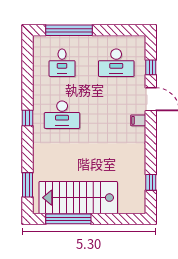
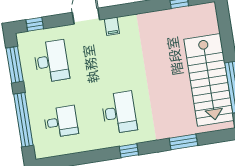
window: (118, 30) -> (15, 65), added
window: (151, 67) -> (35, 24), moved
window: (28, 185) -> (183, 142), moved

